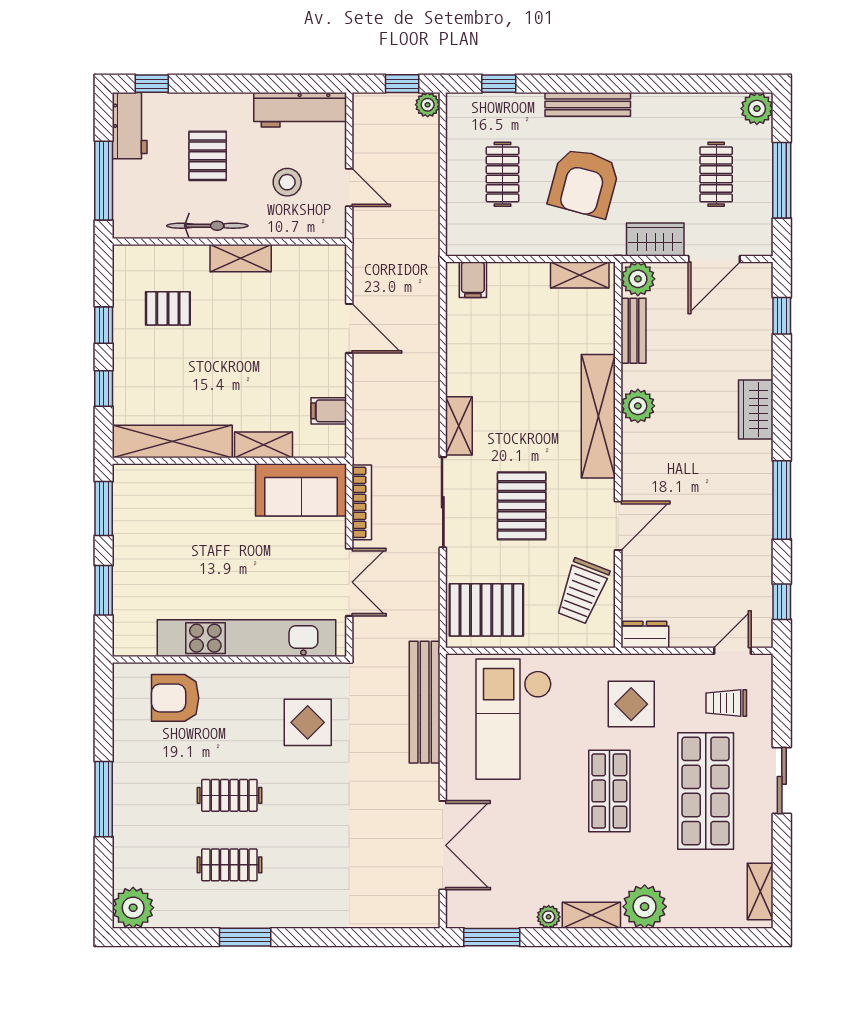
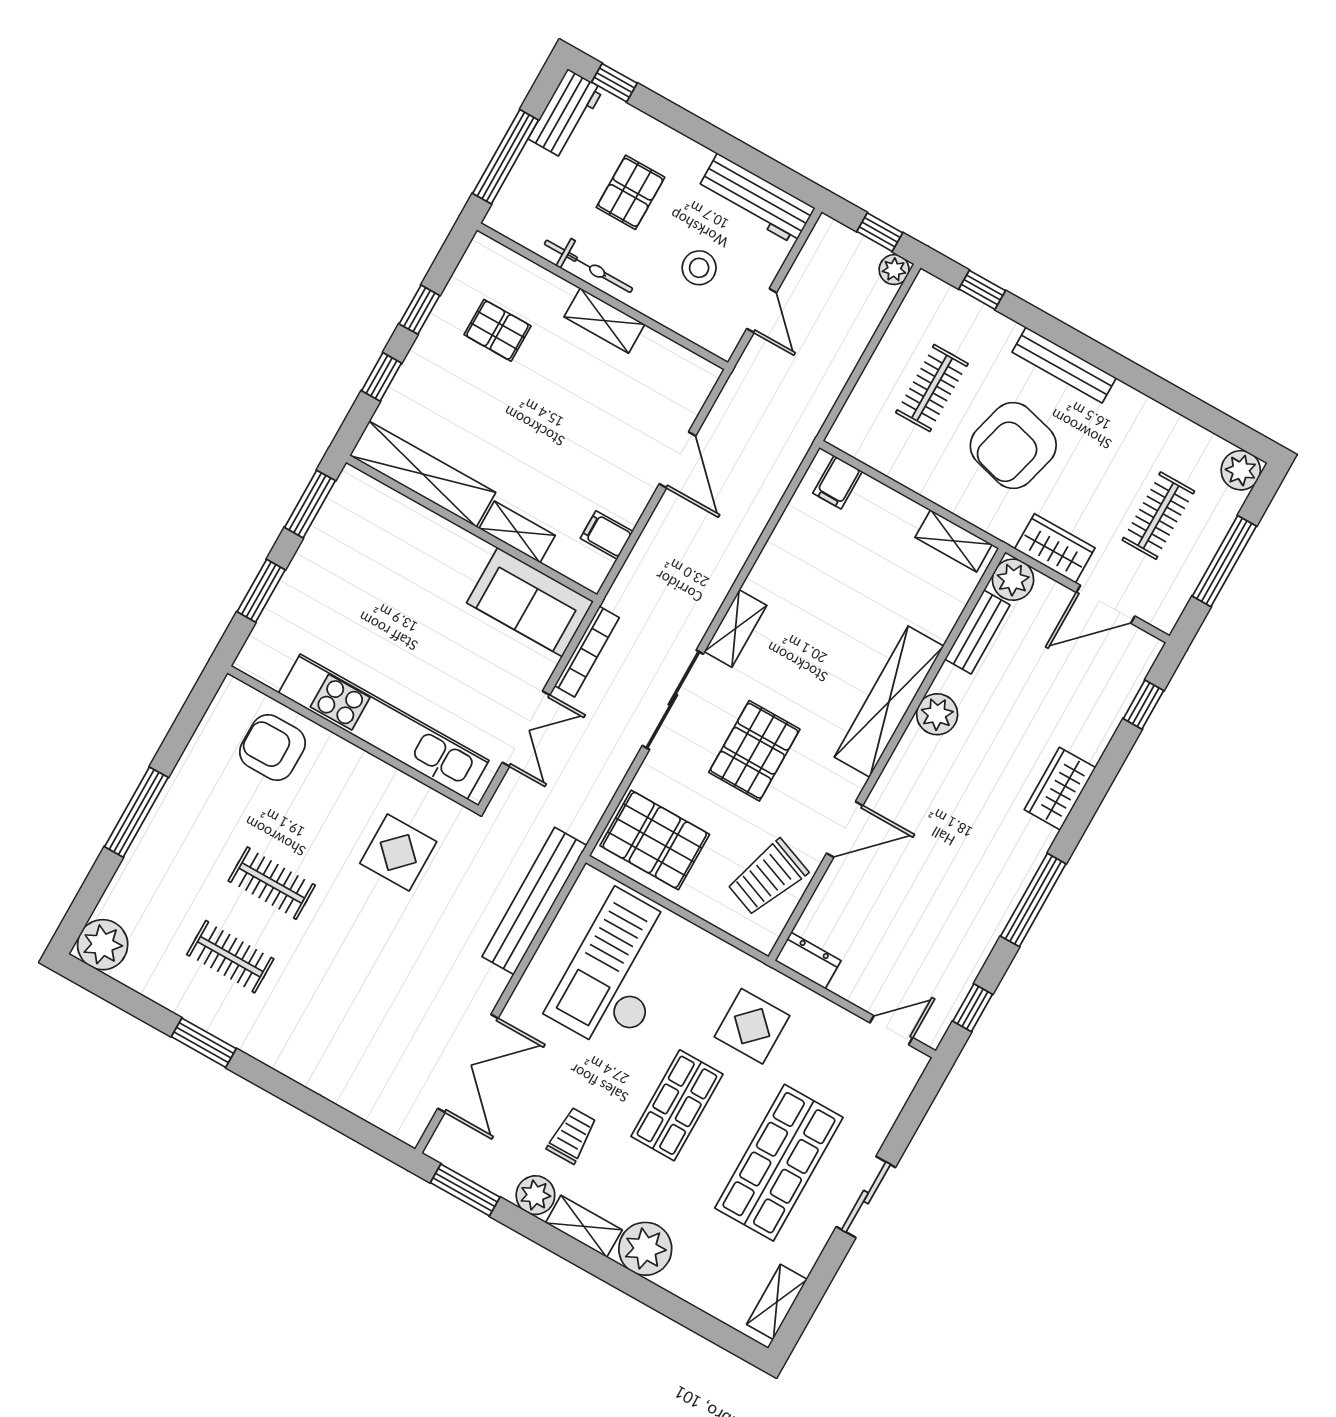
trolley: (726, 703) -> (572, 1135), moved, turned 90
plant: (549, 917) -> (535, 1195), width x1.38, depth x1.38

